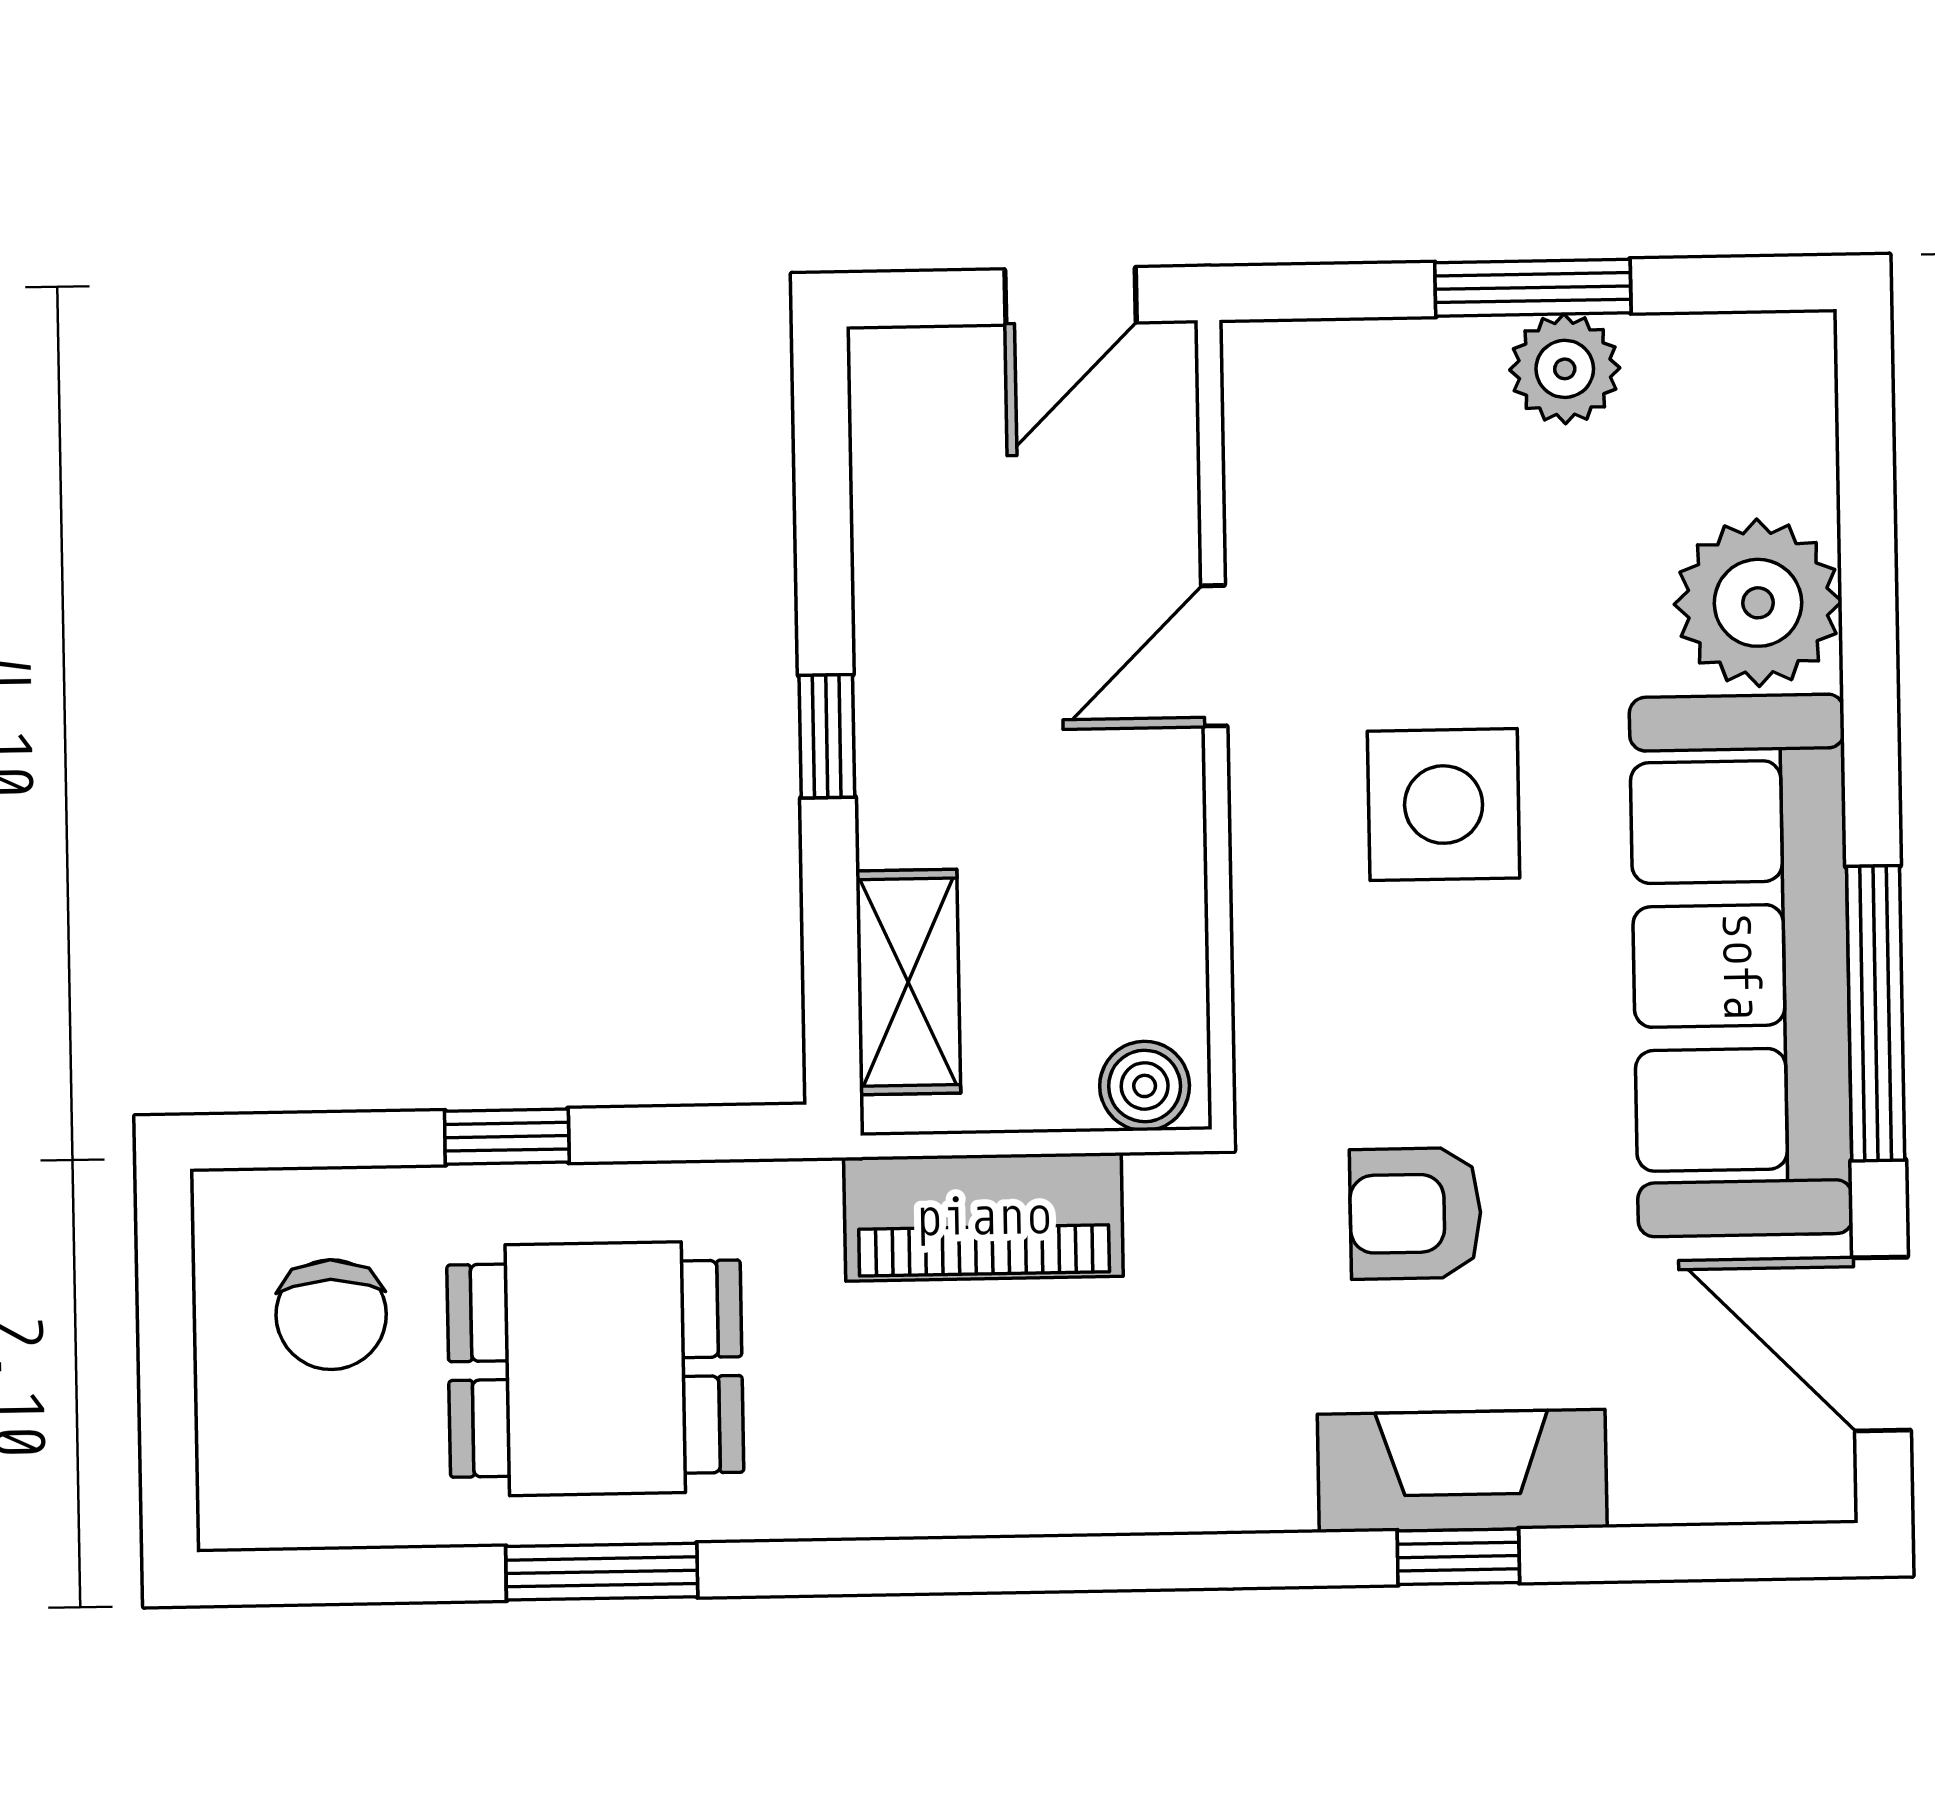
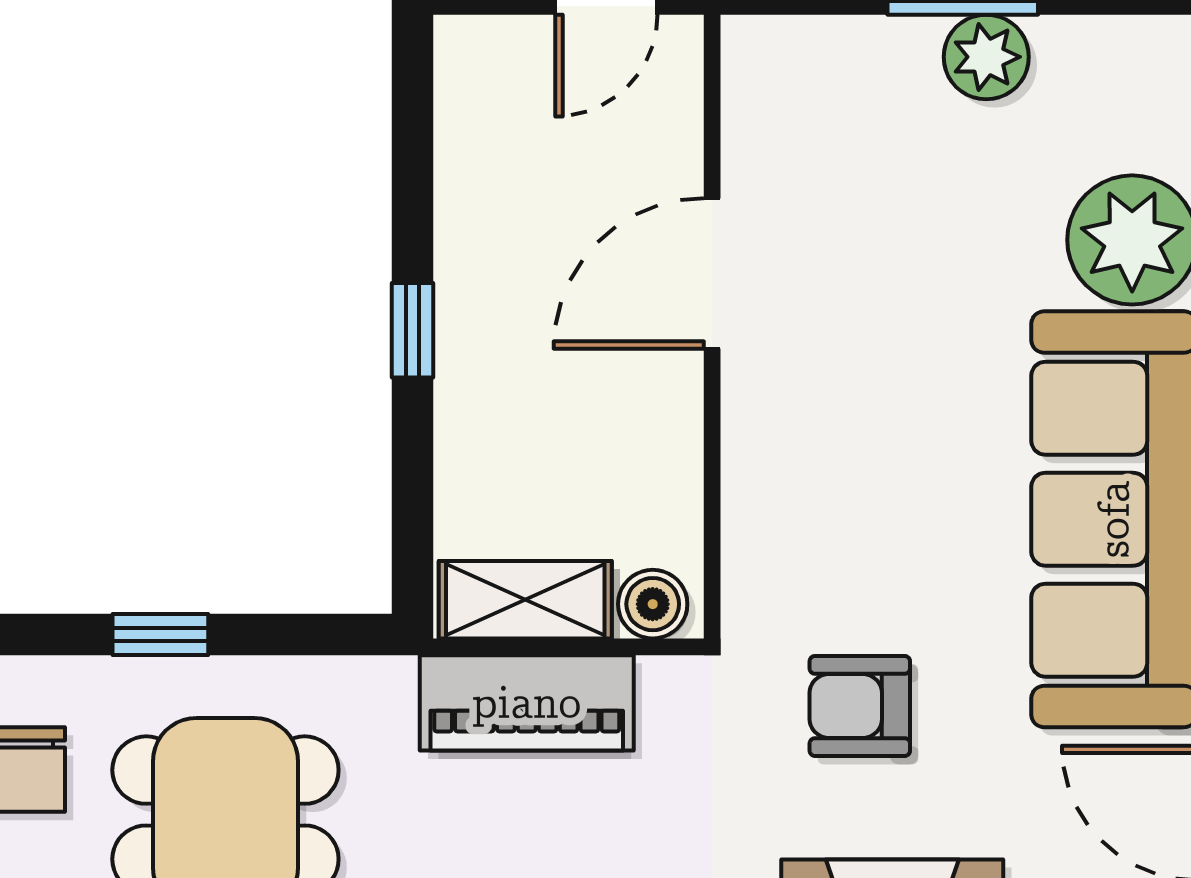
door: (1214, 656) -> (712, 273), width x1.38
side table: (1444, 805) -> (887, 391), removed
shelving: (908, 982) -> (525, 600), moved, turned 90

